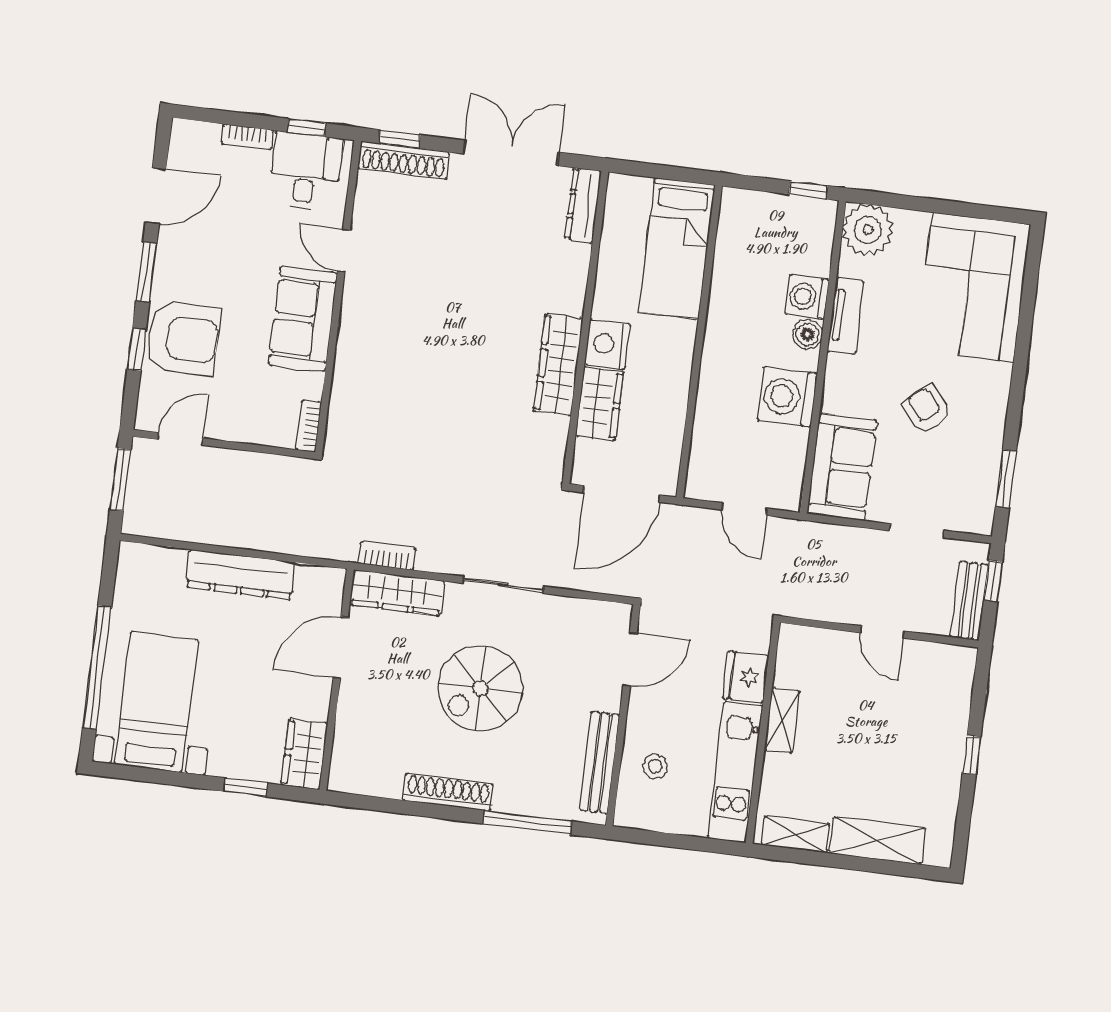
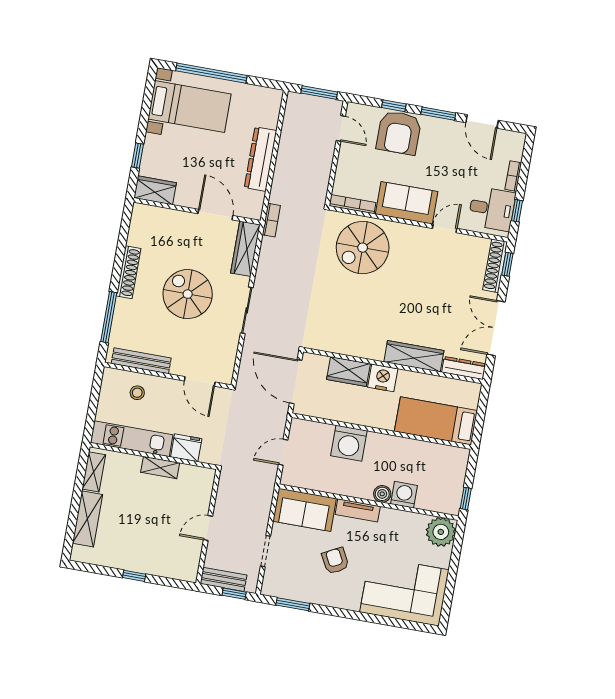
double door: (511, 153) -> (496, 328), swing flipped
tv unit: (846, 316) -> (358, 510), moved
wardrobe: (558, 365) -> (414, 356), moved
spiral stairs: (384, 391) -> (363, 248), added
washing machine: (787, 397) -> (349, 443), moved, turned 180
armchair: (927, 409) -> (335, 561), turned -77
bookcase: (309, 426) -> (352, 204), width x1.56
bookcase: (387, 556) -> (271, 220), moved

